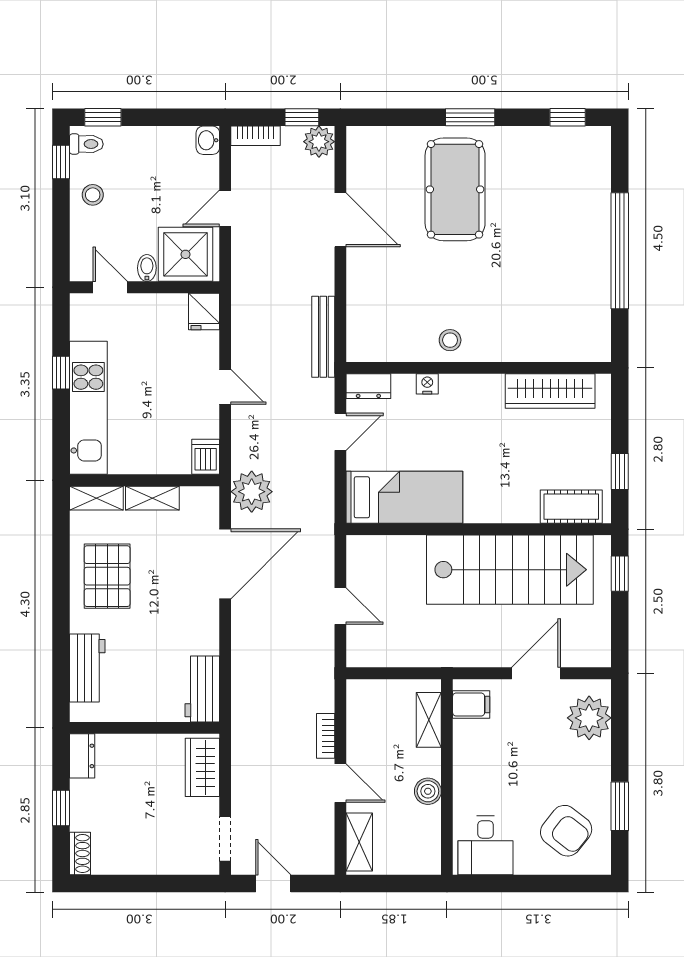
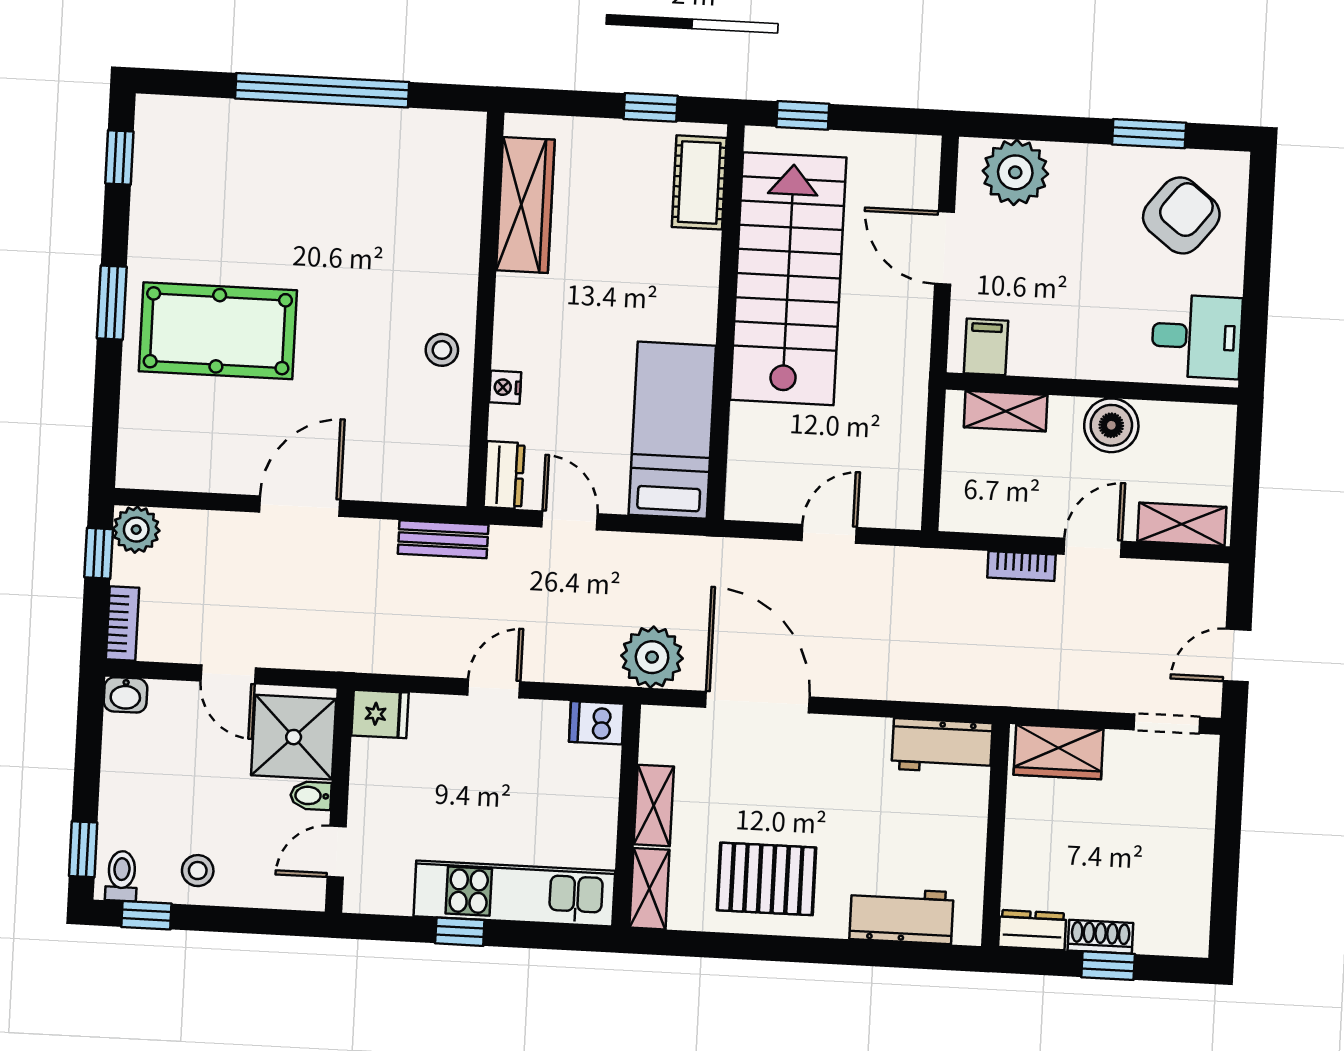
door: (340, 220) -> (300, 506), moved
bench: (323, 337) -> (443, 539), width x0.73
boiler: (428, 791) -> (1111, 425), width x1.36, depth x1.36
shoe rack: (80, 853) -> (1100, 937), moved

